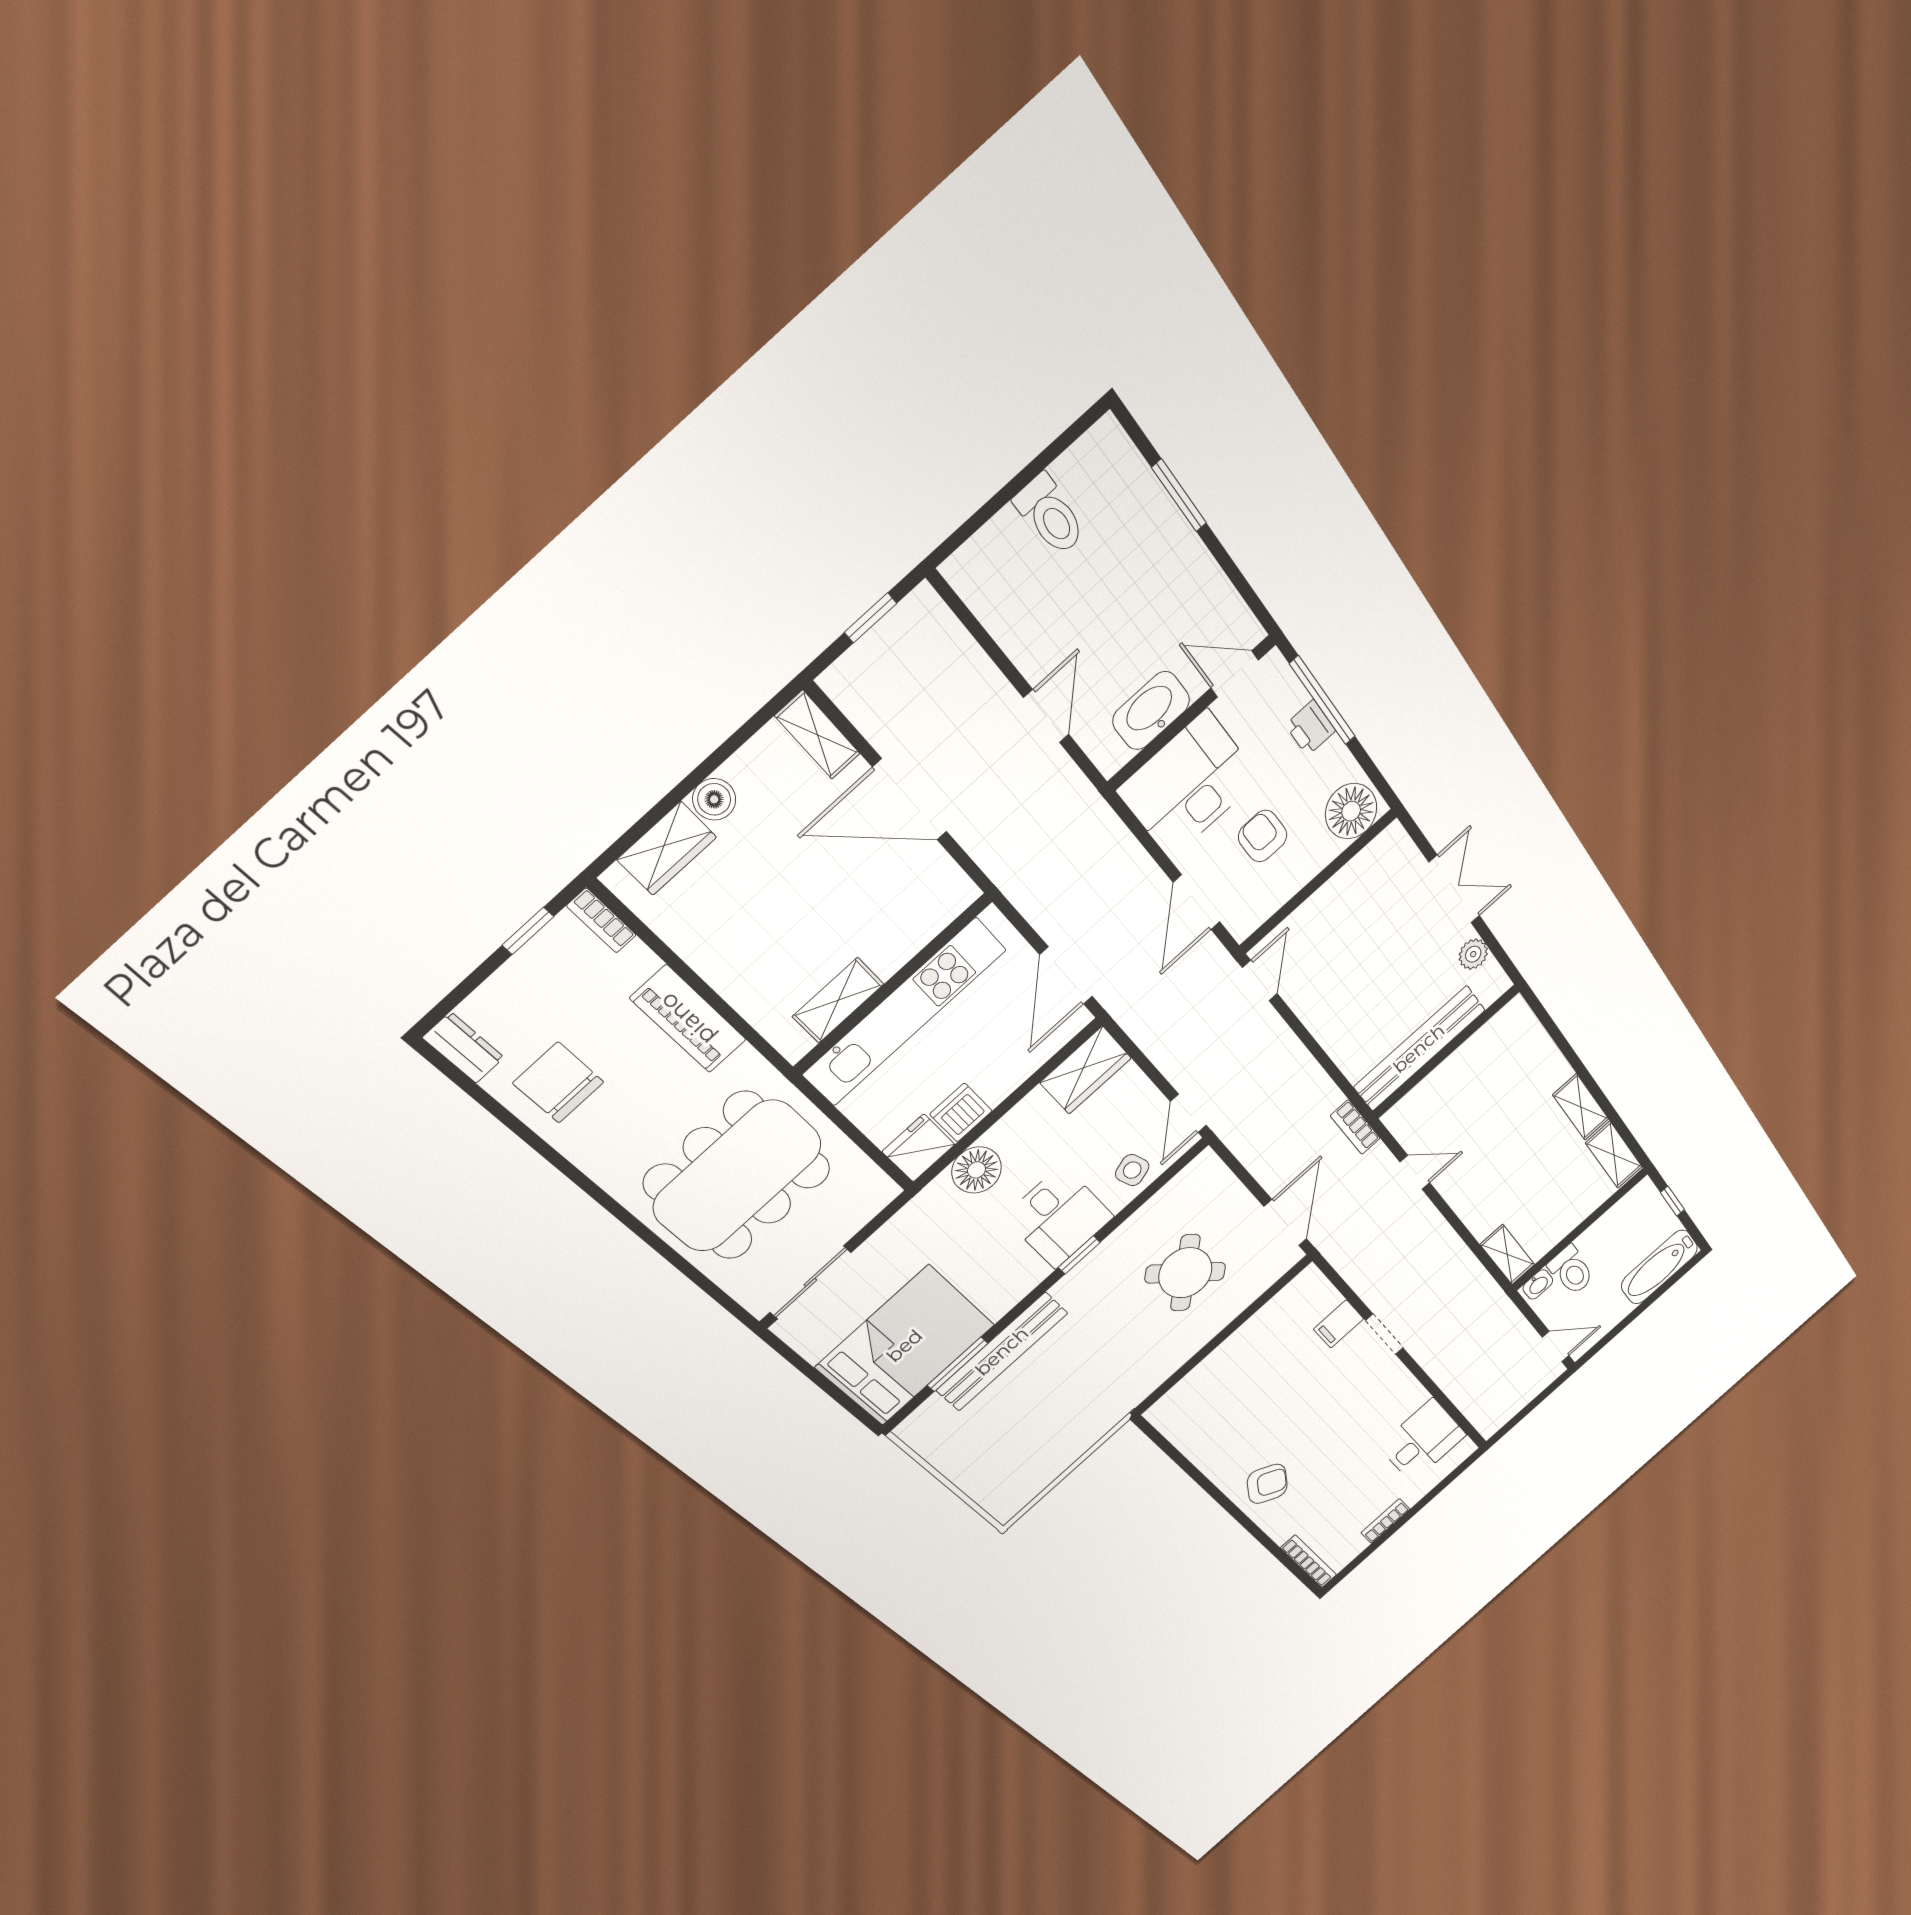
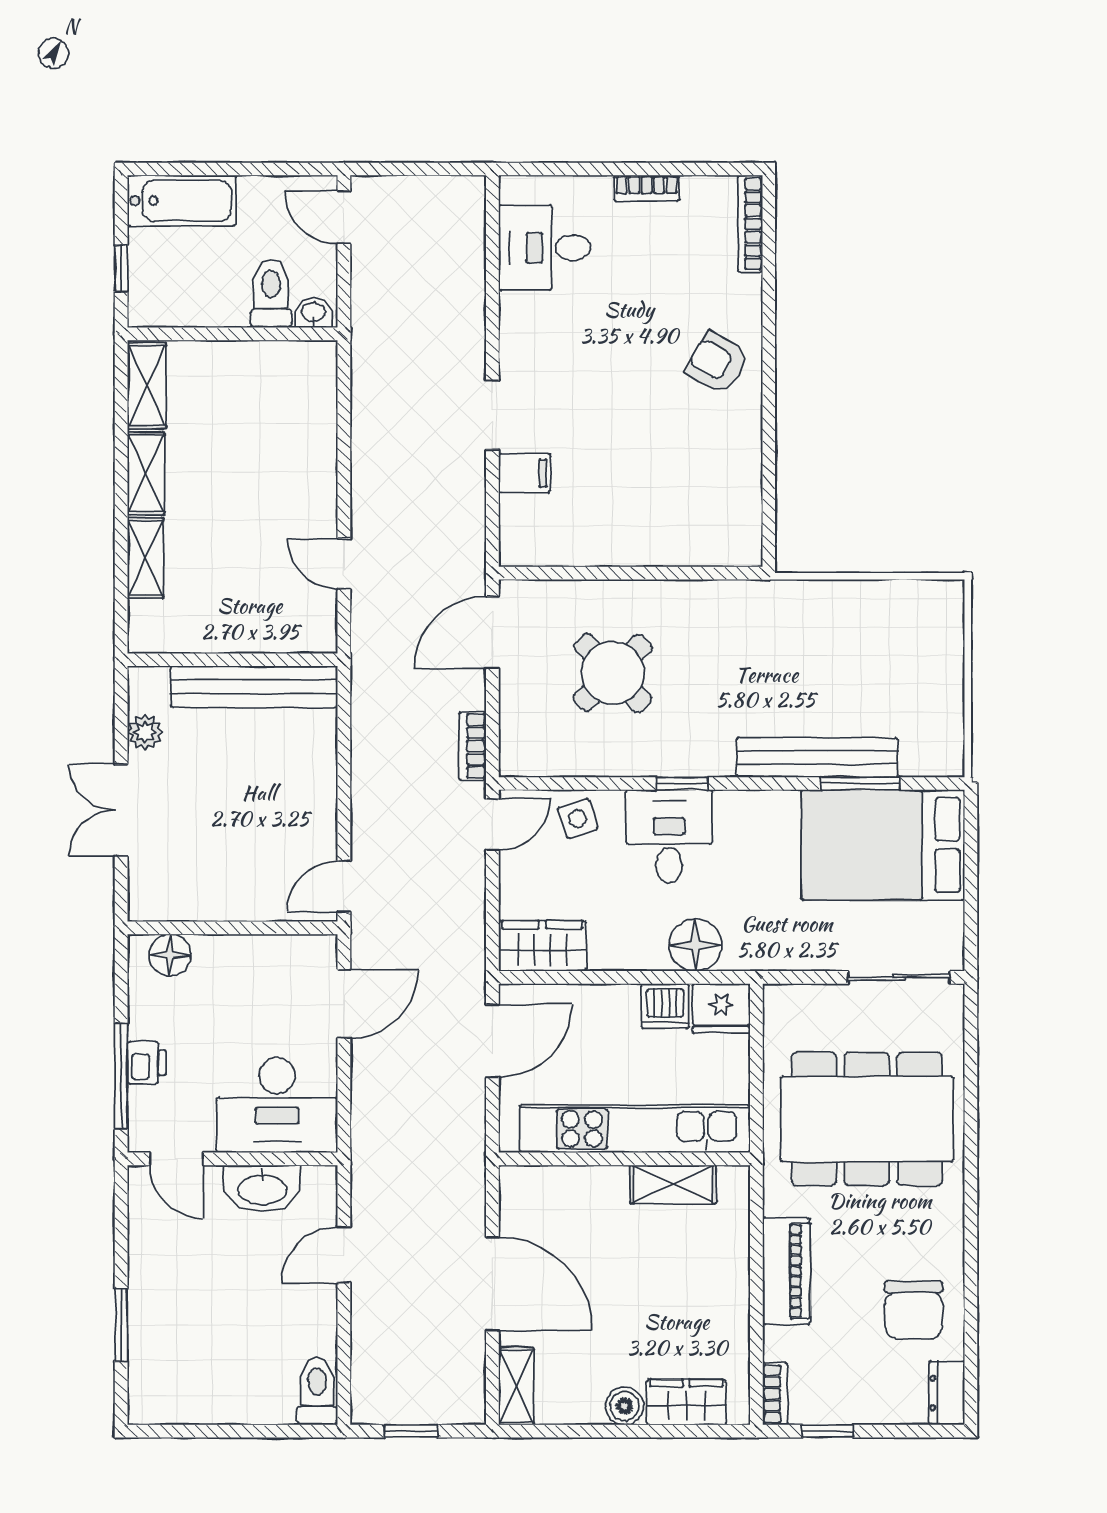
toilet: (1050, 515) -> (317, 1391), moved
floor lamp: (1351, 811) -> (170, 955), width x0.73, depth x0.73
armchair: (1263, 836) -> (250, 1009), removed
bookcase: (1355, 1127) -> (473, 746), moved, turned 180
shelving: (1507, 1255) -> (145, 558), moved

